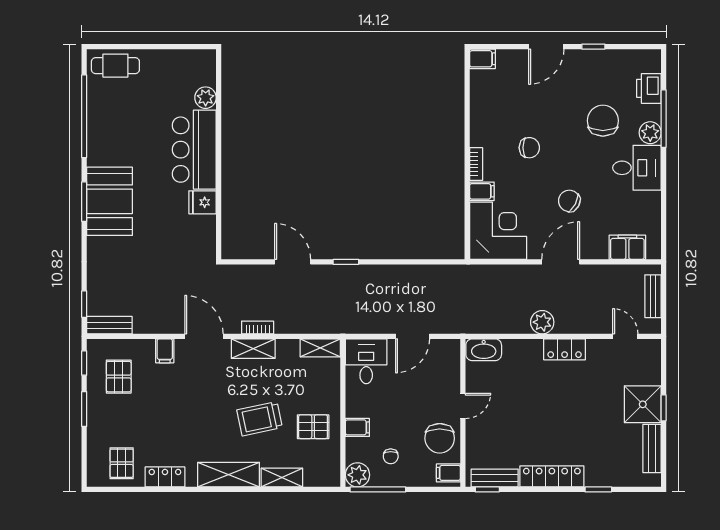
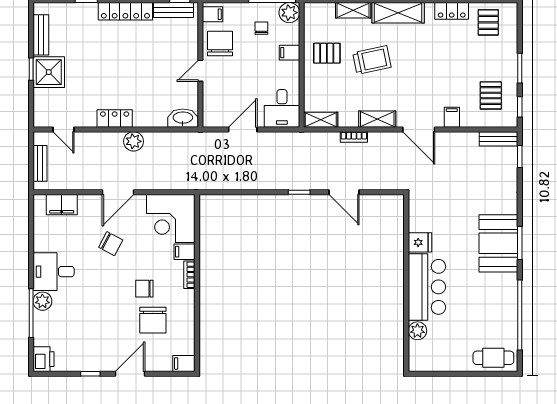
printer: (649, 88) -> (44, 359), moved
chair: (603, 121) -> (153, 320), moved
bookcase: (258, 327) -> (354, 137), moved

